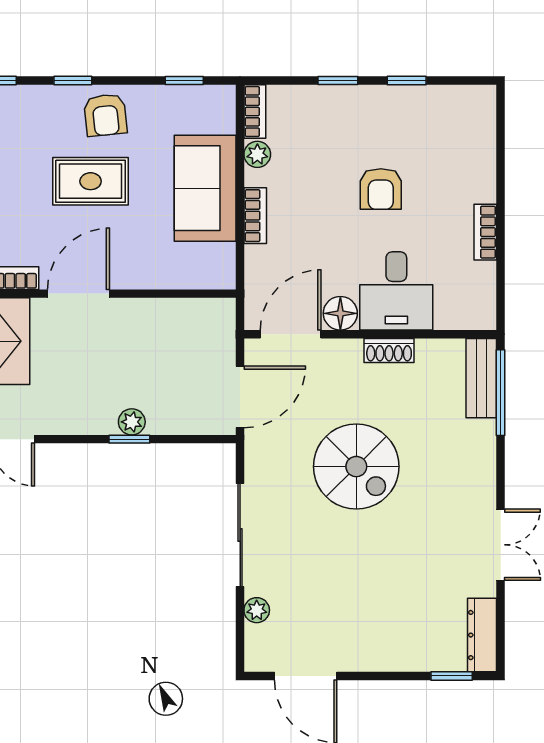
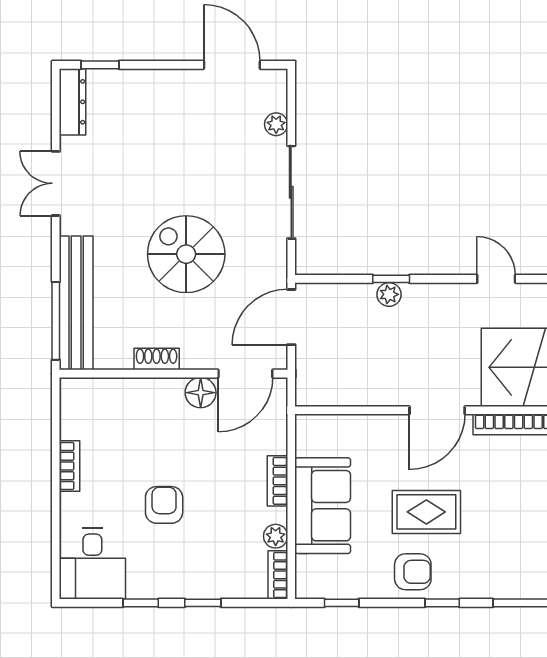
armchair: (105, 115) -> (413, 572), turned 96
desk: (396, 291) -> (92, 564), moved, turned 180
bench: (481, 378) -> (76, 303), width x1.86, depth x1.21

